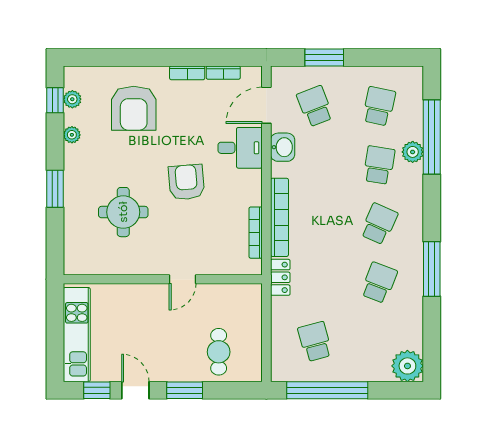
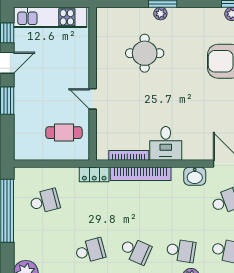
plant: (72, 135) -> (160, 14), moved
desk: (240, 148) -> (166, 143), moved
armchair: (186, 182) -> (168, 102), removed
school desk: (379, 283) -> (90, 251), turned -36
cafe table: (219, 352) -> (64, 133), moved

